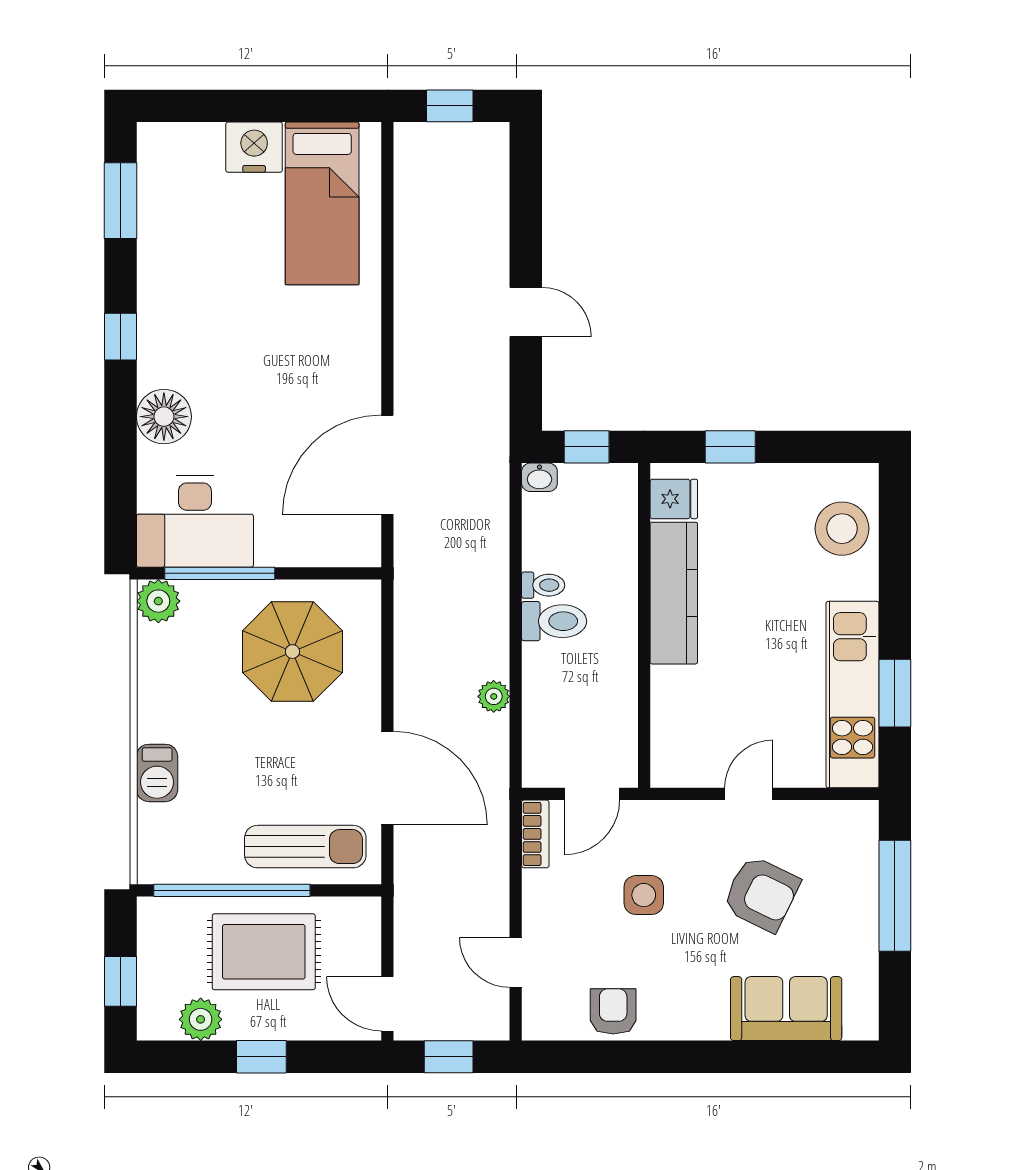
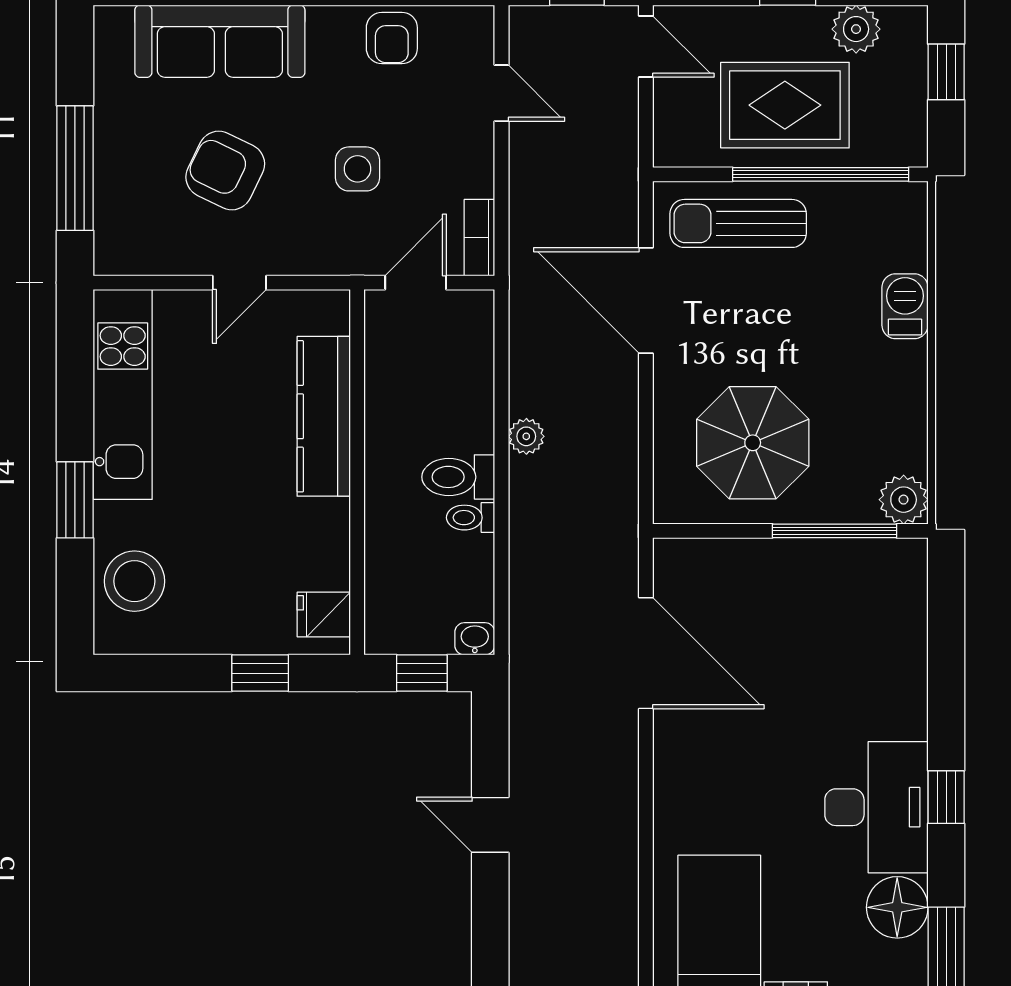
floor lamp: (164, 417) -> (897, 907), moved
door: (387, 465) -> (646, 653), hinge flipped
desk: (195, 521) -> (876, 807), moved, turned 90
kitchen counter: (674, 593) -> (324, 416), moved
window: (895, 693) -> (75, 500), moved
plant: (494, 696) -> (526, 436), moved
sofa: (786, 1009) -> (220, 41), width x1.36

